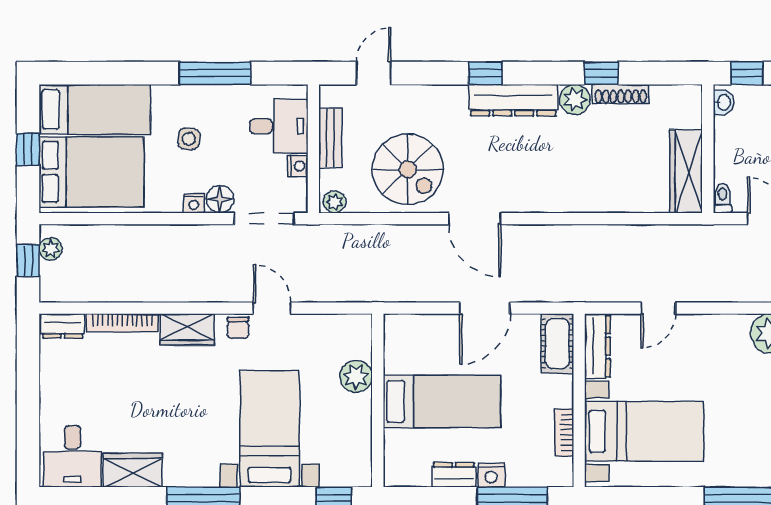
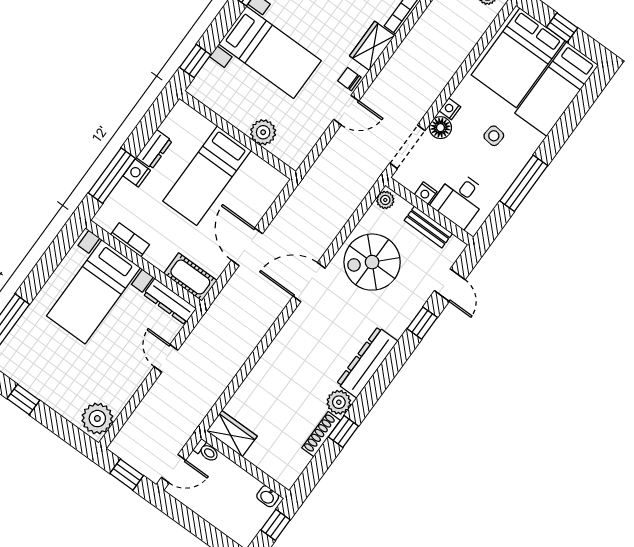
window: (485, 73) -> (422, 323), moved
wardrobe: (686, 171) -> (232, 434), width x0.67

